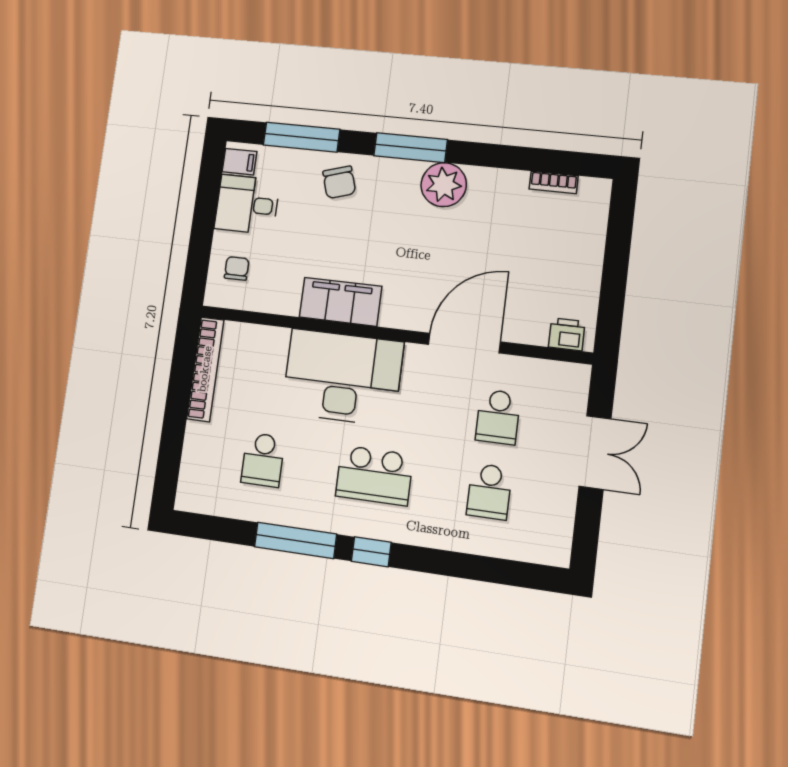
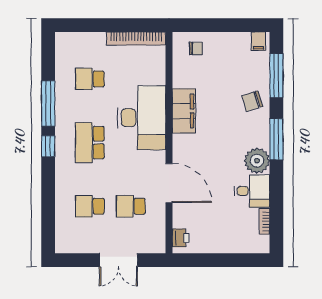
desk: (247, 204) -> (252, 191), moved, turned 90

